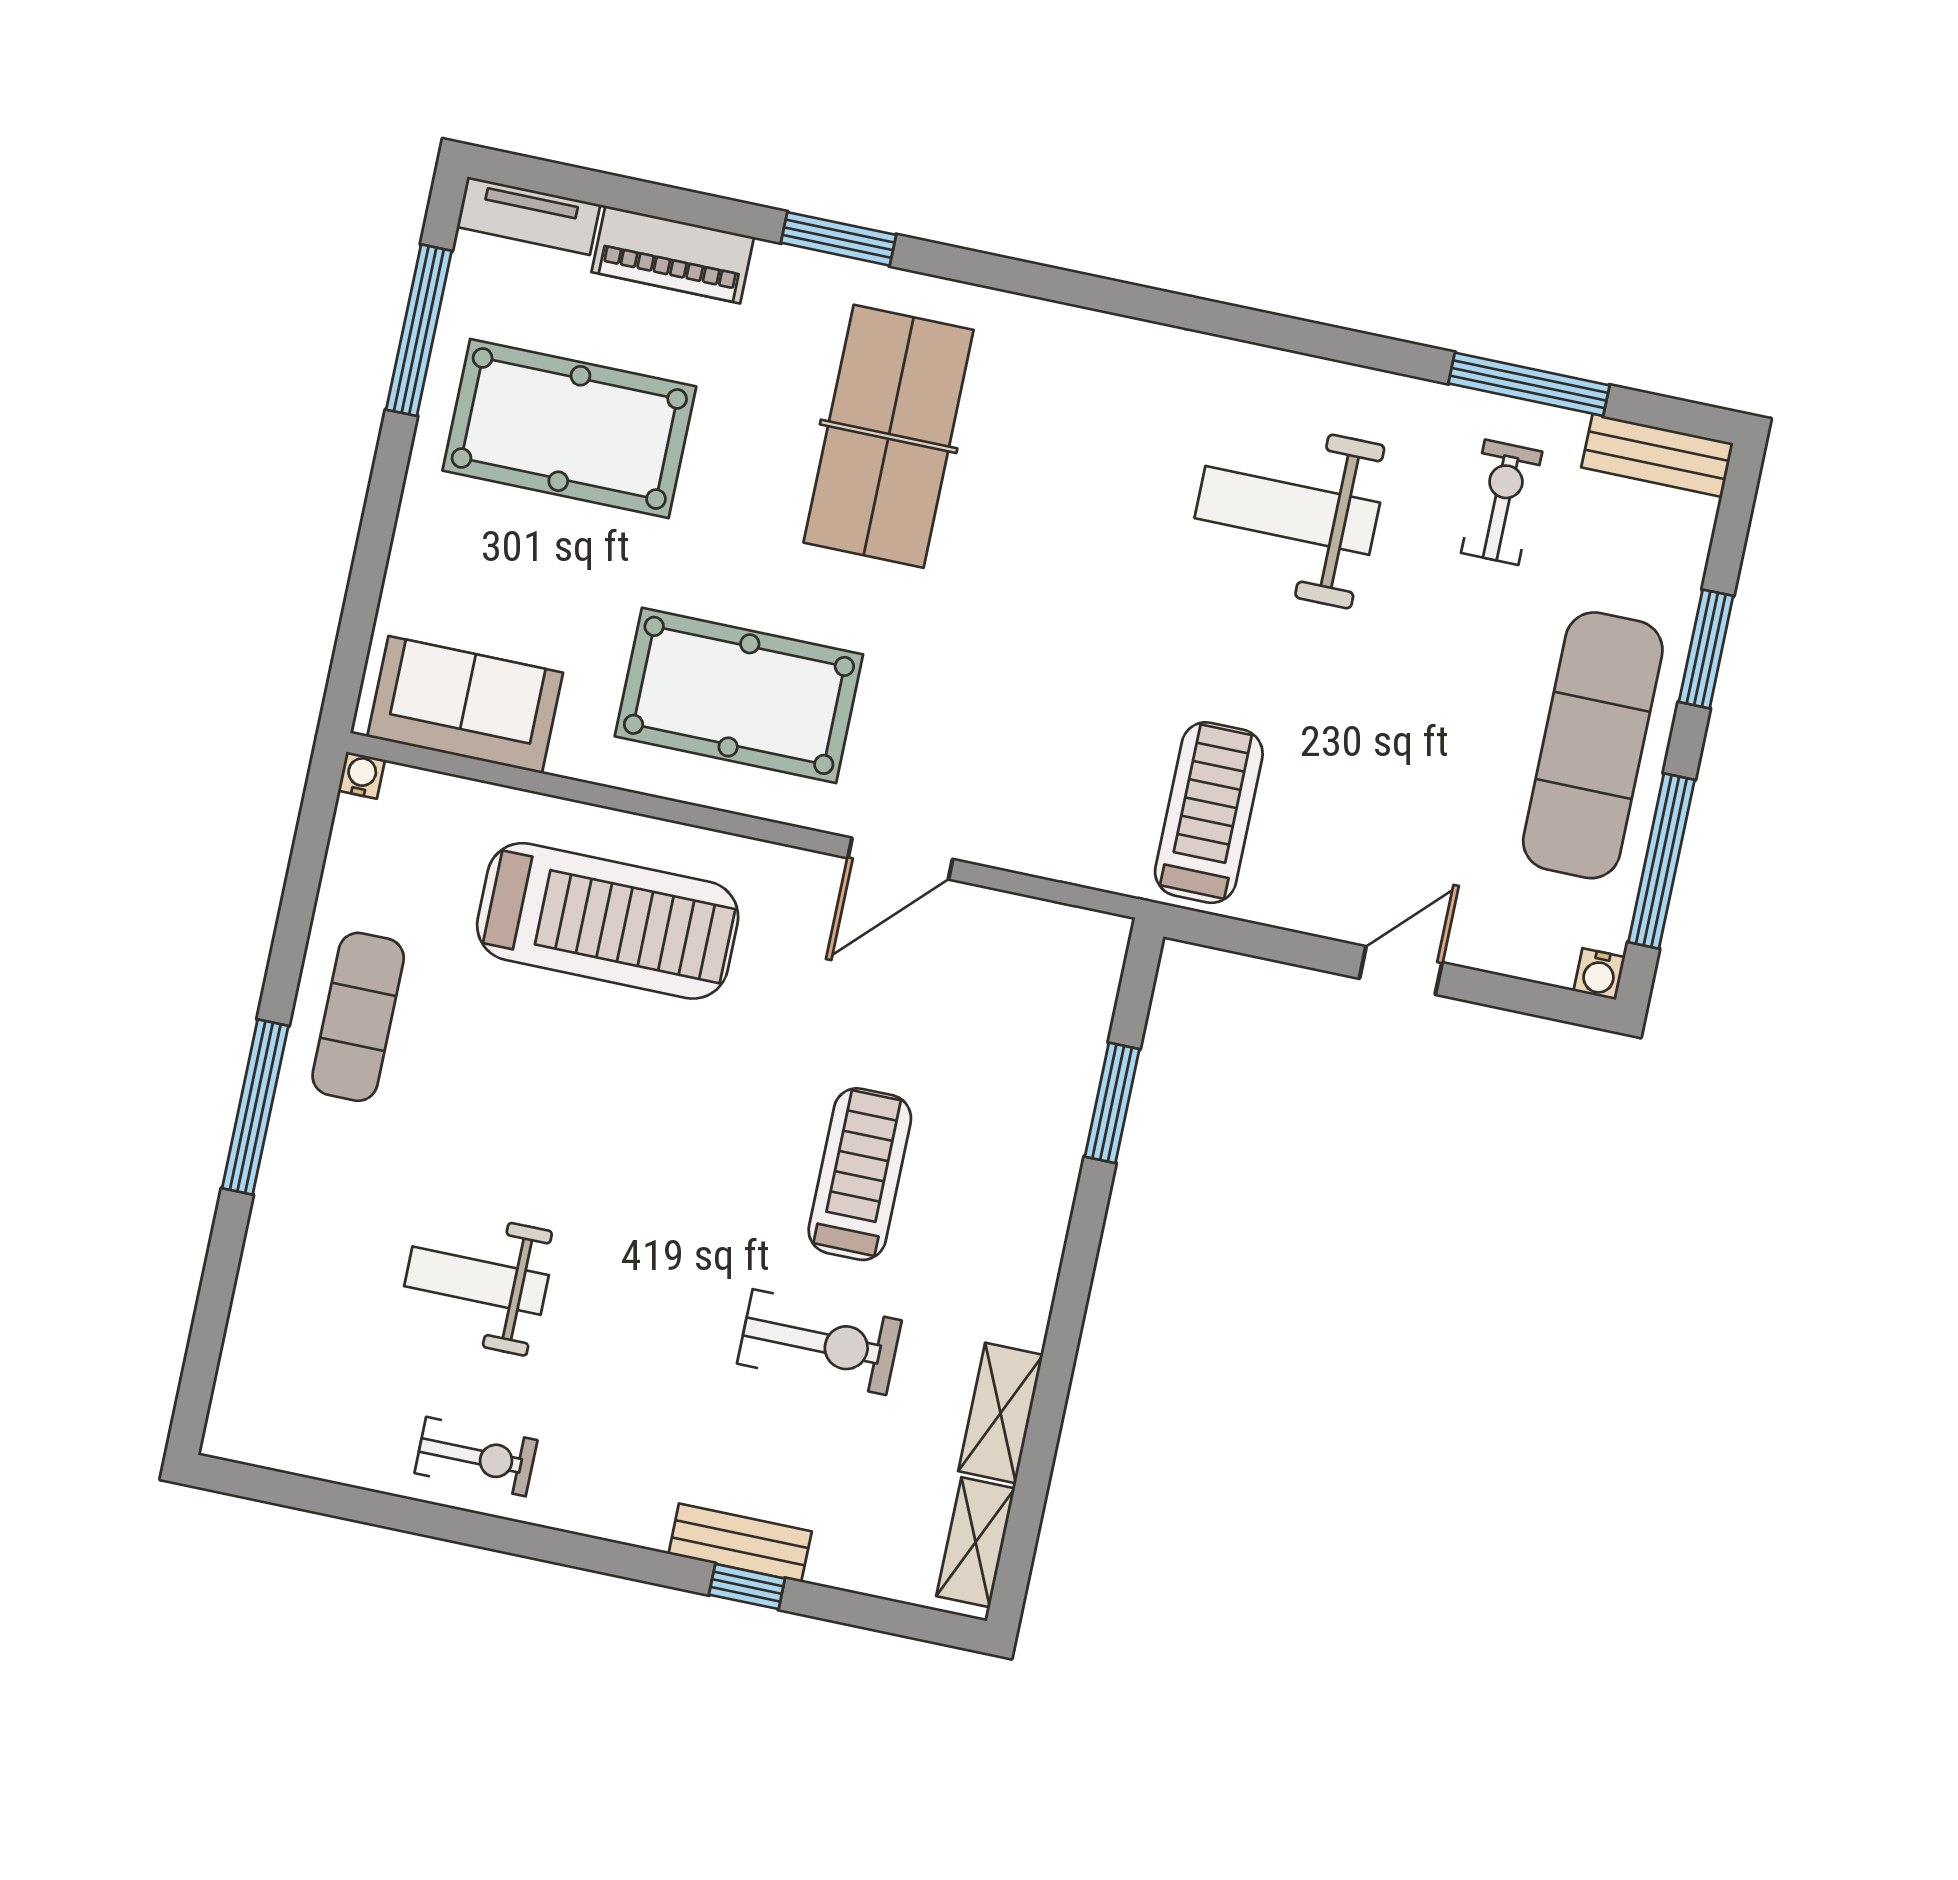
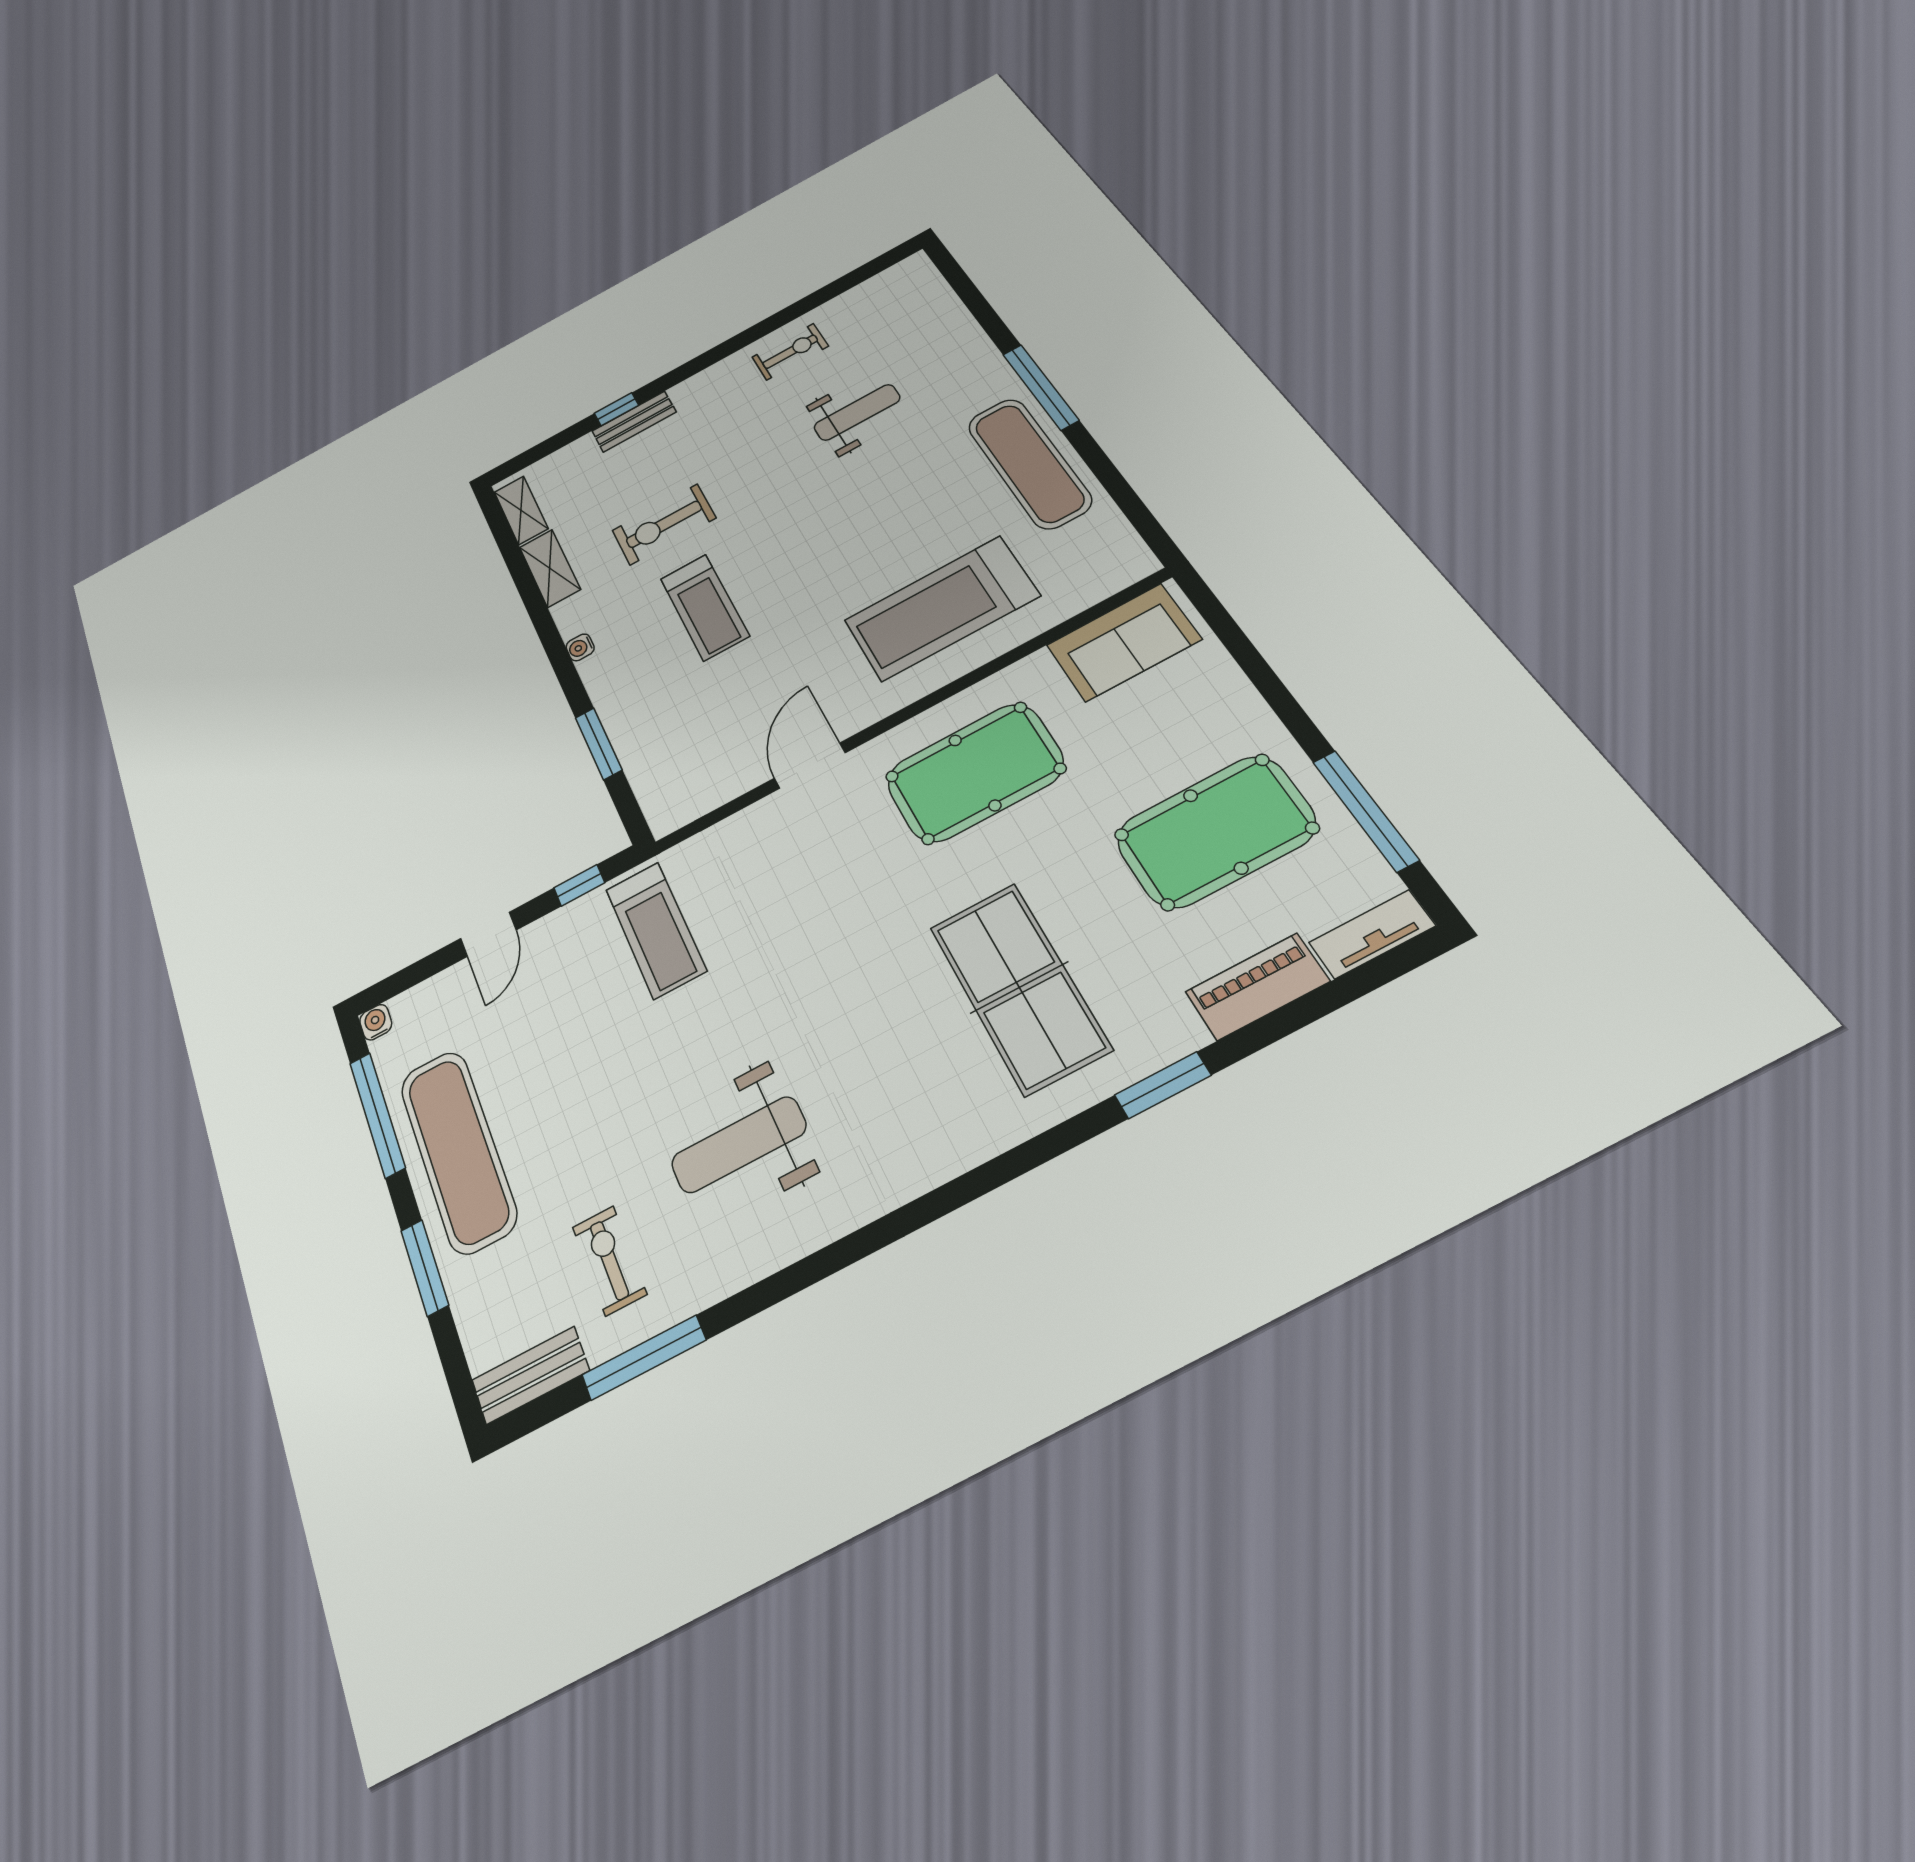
exercise bike: (1502, 502) -> (609, 1260), turned 180
weight bench: (1287, 510) -> (739, 1145), turned 180
water cooler: (362, 775) -> (580, 647), moved, turned 90
window: (1257, 940) -> (579, 885), added
exercise mat: (358, 1017) -> (1029, 463), width x1.36, depth x1.45
exercise bike: (476, 1457) -> (790, 352), turned 180

